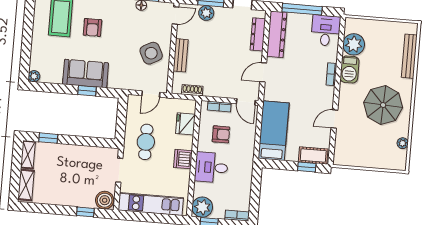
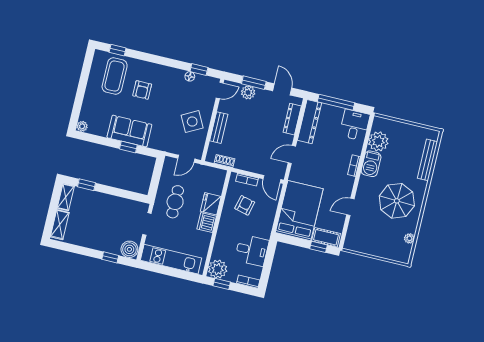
fridge: (186, 124) -> (211, 204), moved
bed: (274, 131) -> (299, 211), width x1.50
armchair: (221, 134) -> (245, 205), turned -76
desk: (211, 167) -> (252, 250), moved, turned 180

